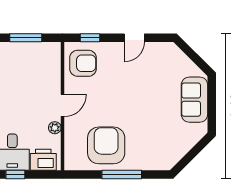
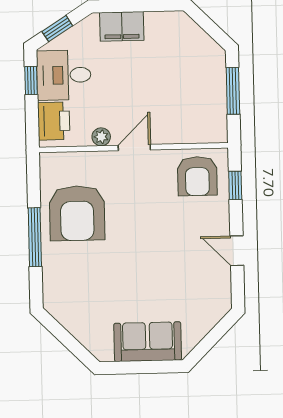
door: (63, 105) -> (134, 148), swing flipped
armchair: (106, 145) -> (77, 213), turned 90

